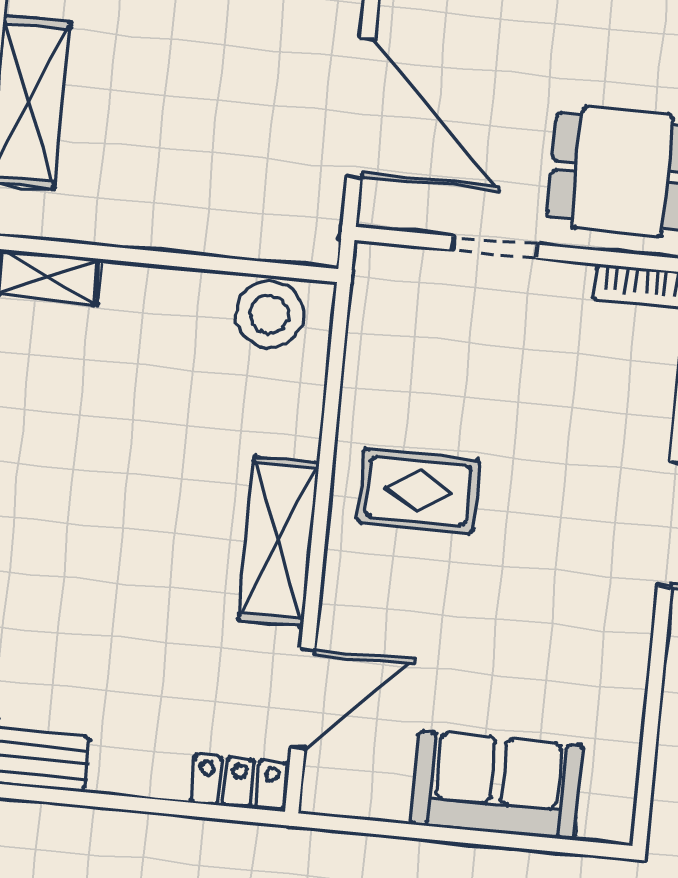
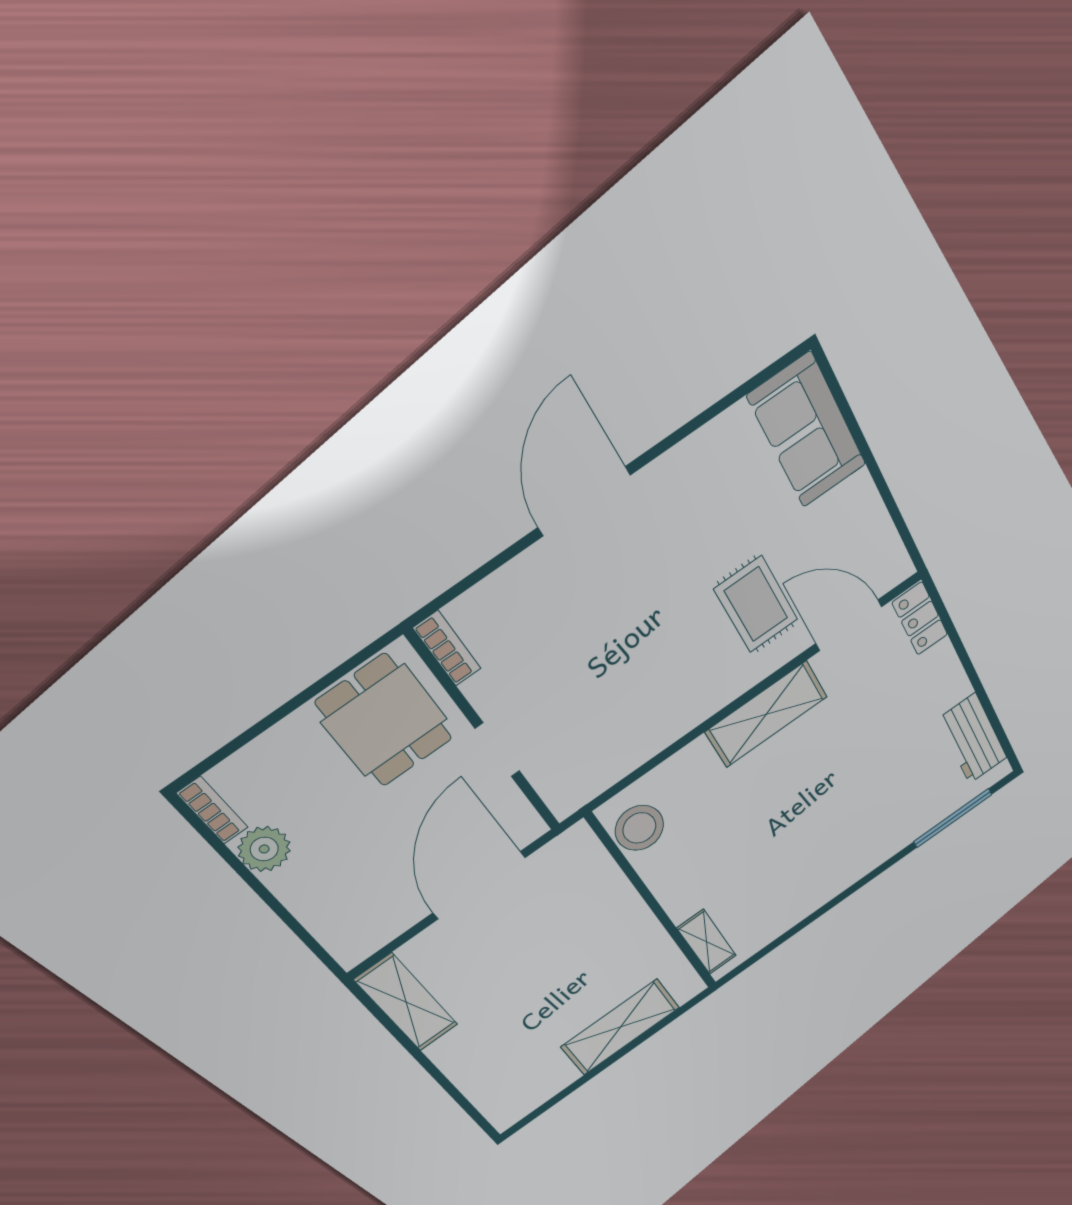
rug: (418, 491) -> (756, 604), moved
sofa: (497, 785) -> (807, 430), moved

